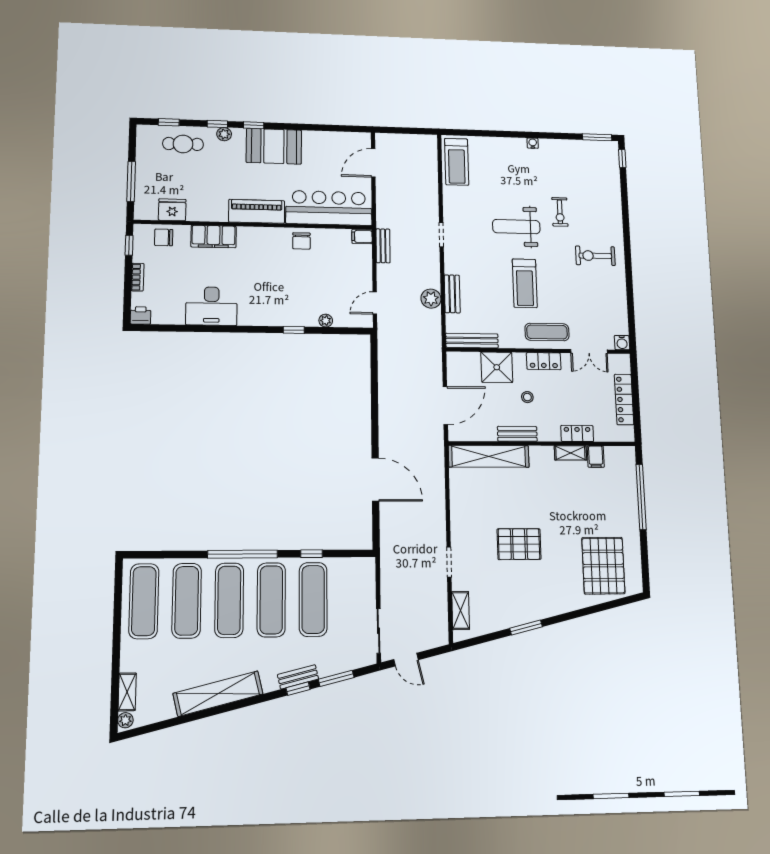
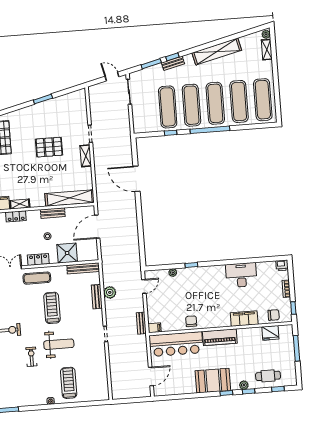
treadmill: (457, 162) -> (69, 383), moved
shelving: (461, 610) -> (86, 156), moved

